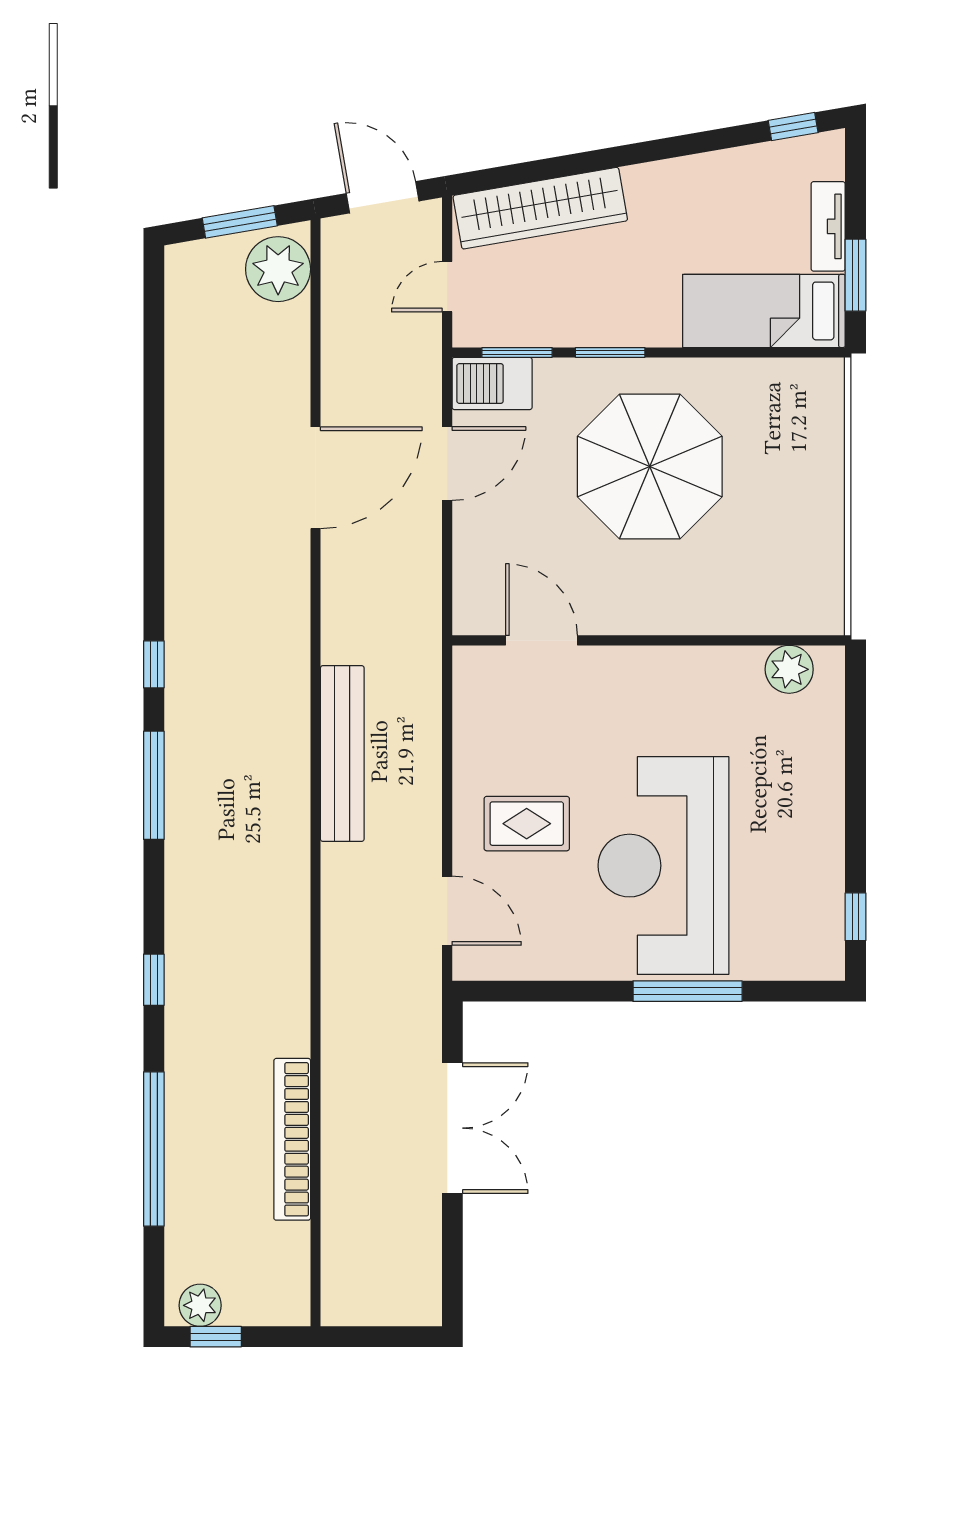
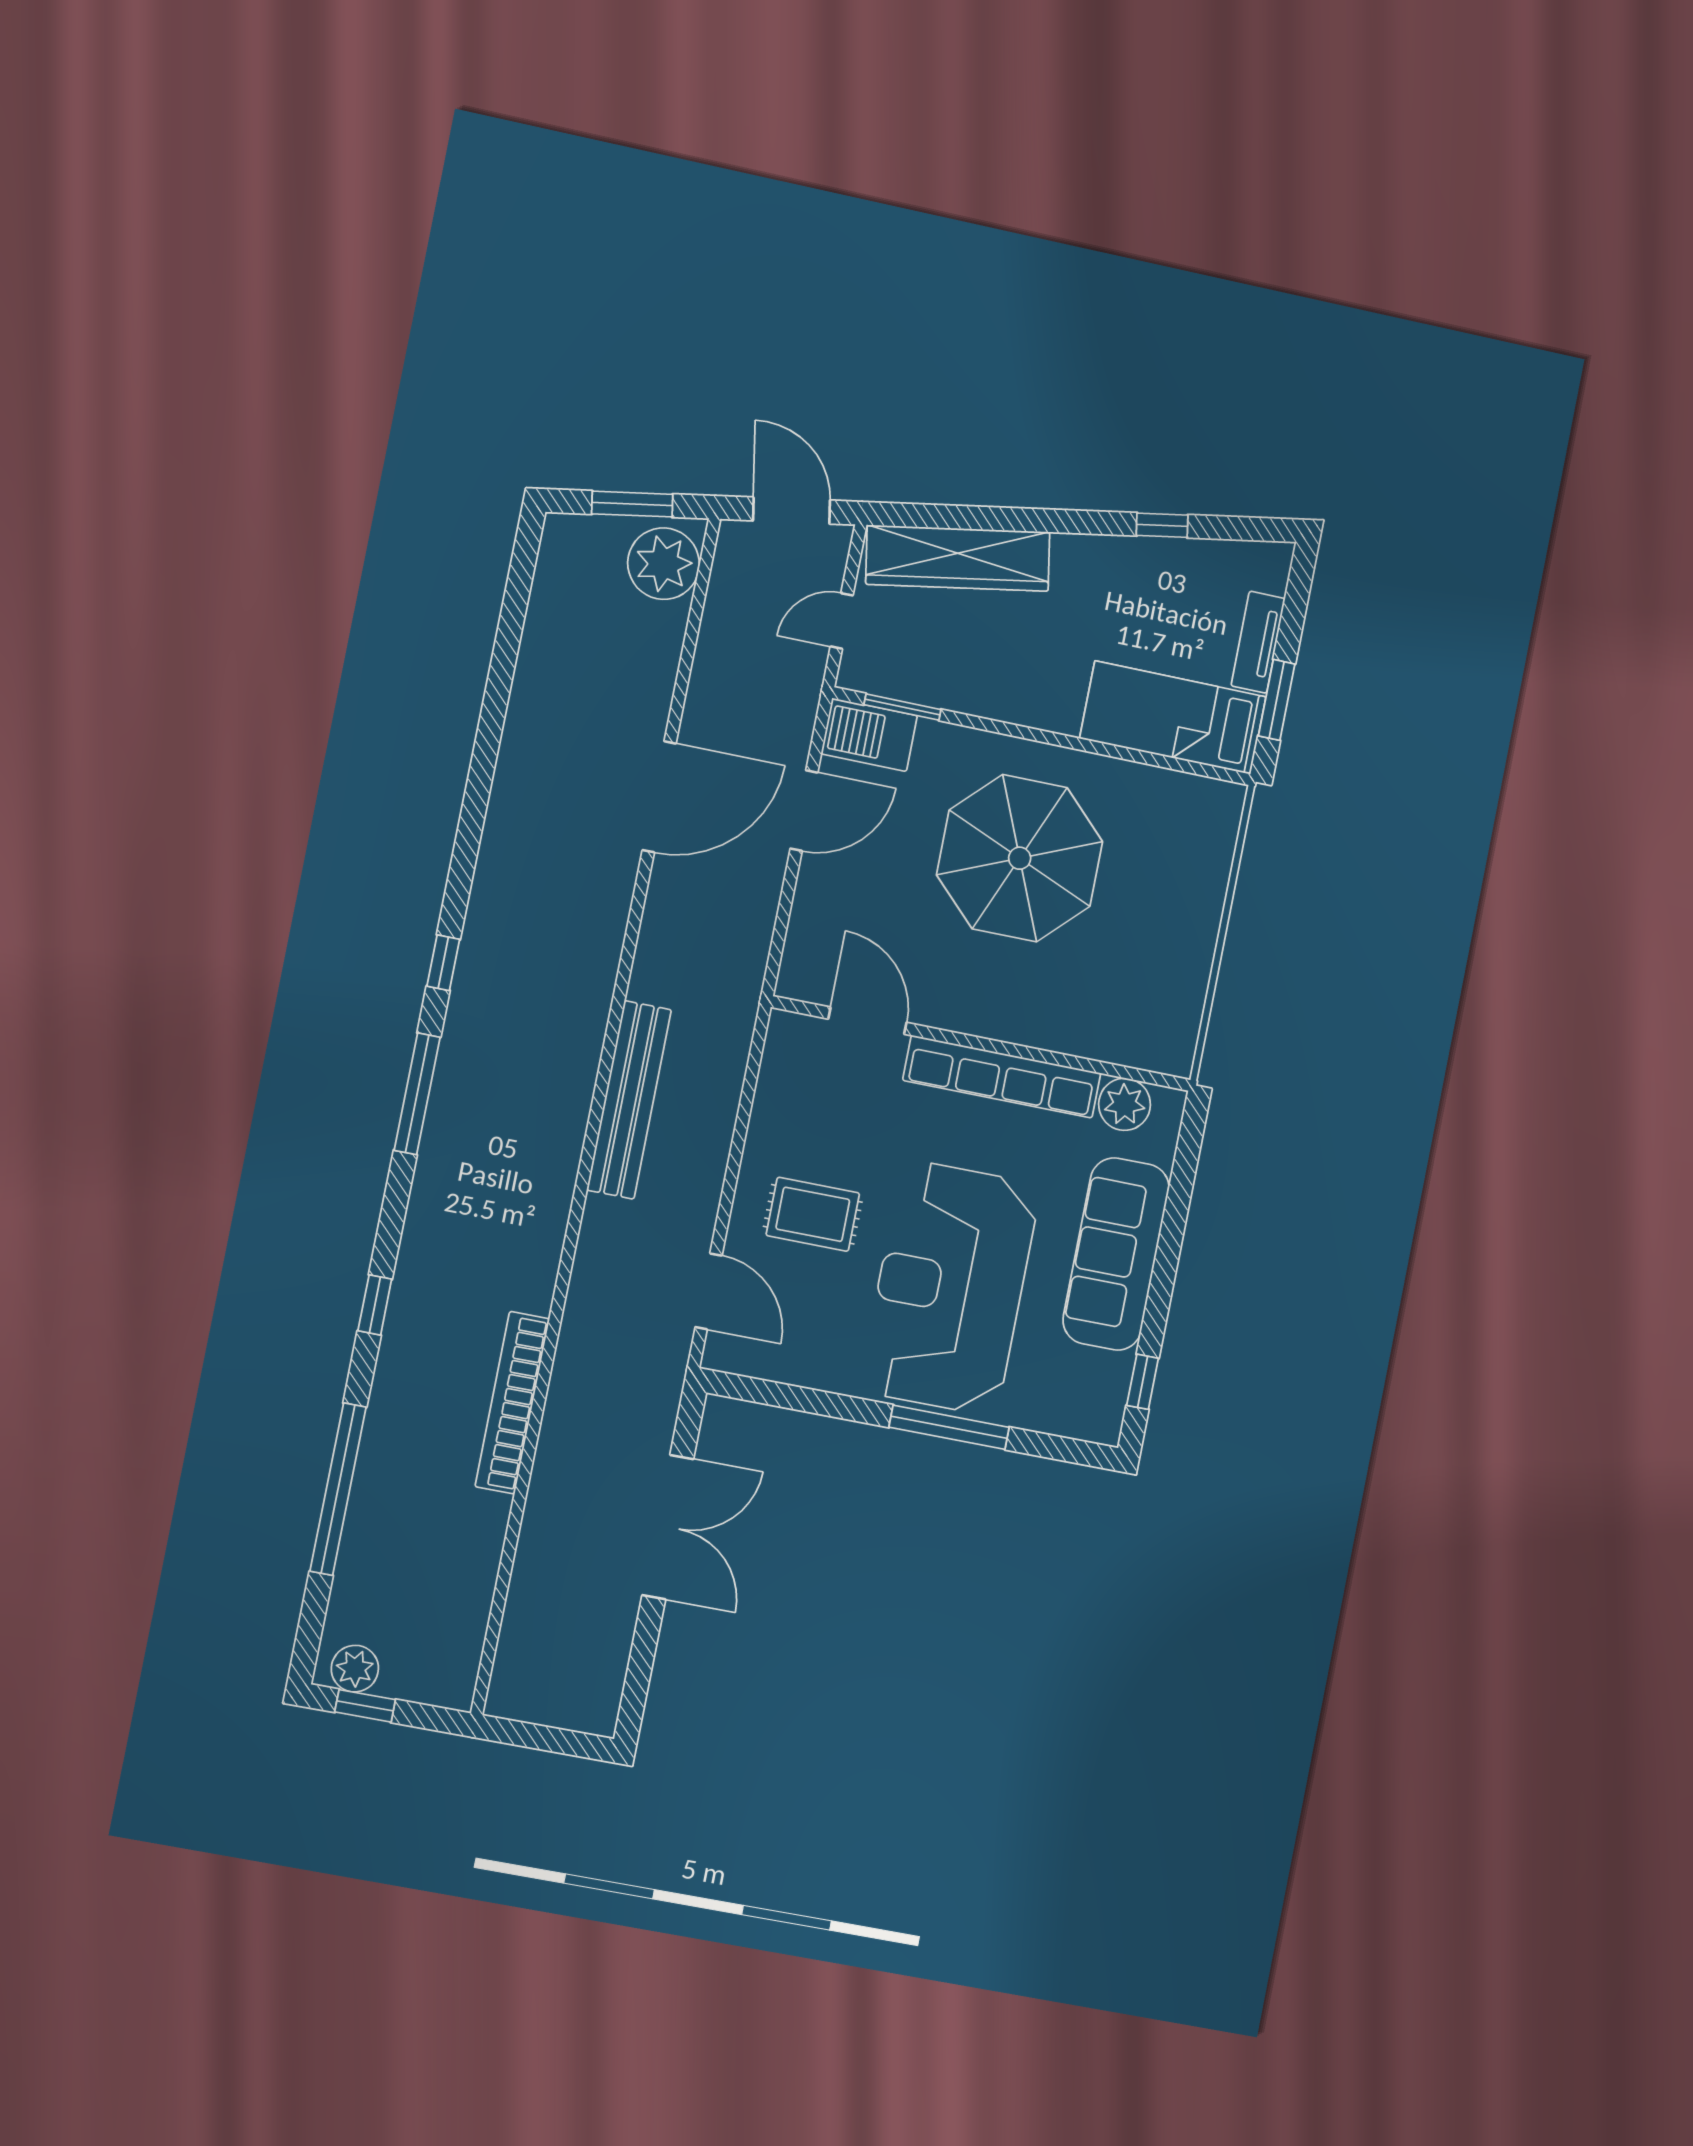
window: (793, 127) -> (1162, 525), moved
window: (610, 352) -> (1002, 728), removed
row of seats: (673, 666) -> (1002, 1077), added
sofa: (808, 806) -> (1116, 1254), added
bookcase: (292, 1139) -> (512, 1403), moved

